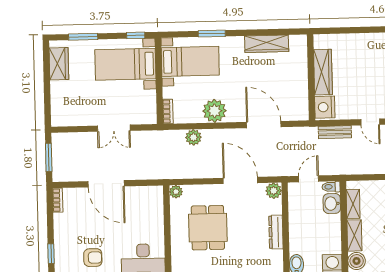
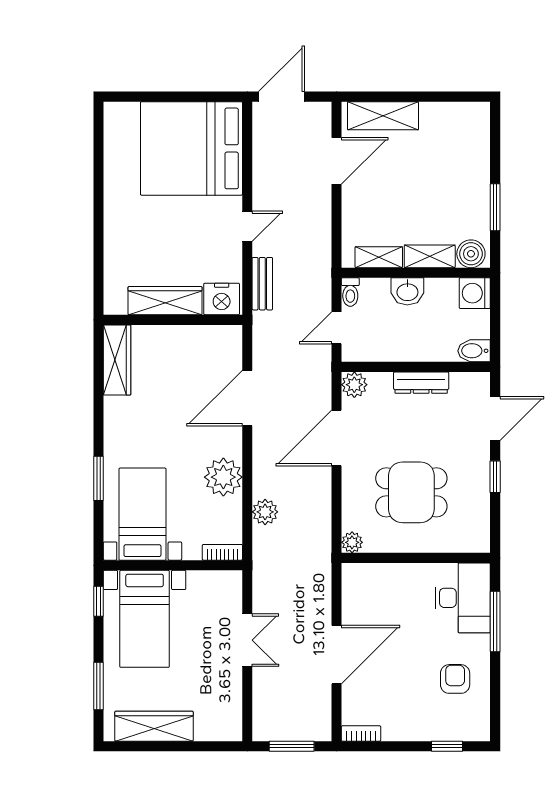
wardrobe: (267, 44) -> (117, 360), moved
wardrobe: (59, 64) -> (154, 726), width x1.50
door: (309, 179) -> (337, 328), hinge flipped
washbasin: (332, 204) -> (407, 291), moved

